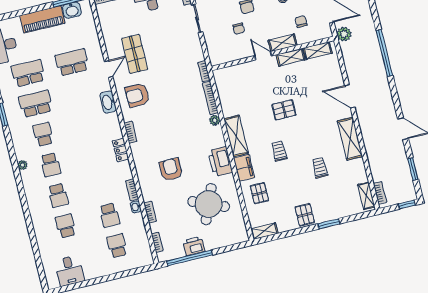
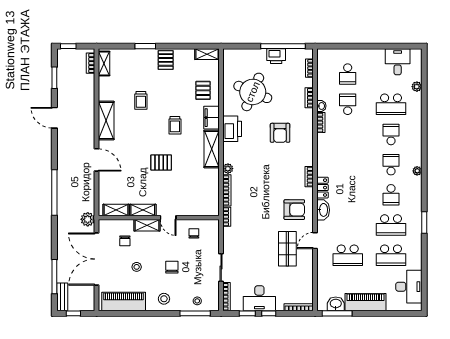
chair: (239, 29) -> (194, 233), moved
locker: (121, 150) -> (322, 188), moved
school desk: (66, 226) -> (391, 104), width x1.85
plant: (44, 250) -> (417, 87), added

